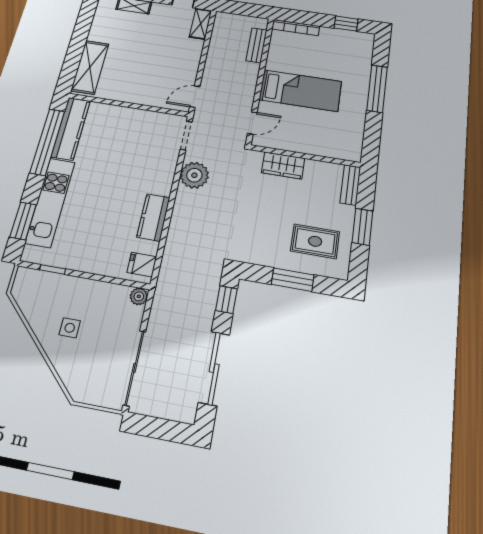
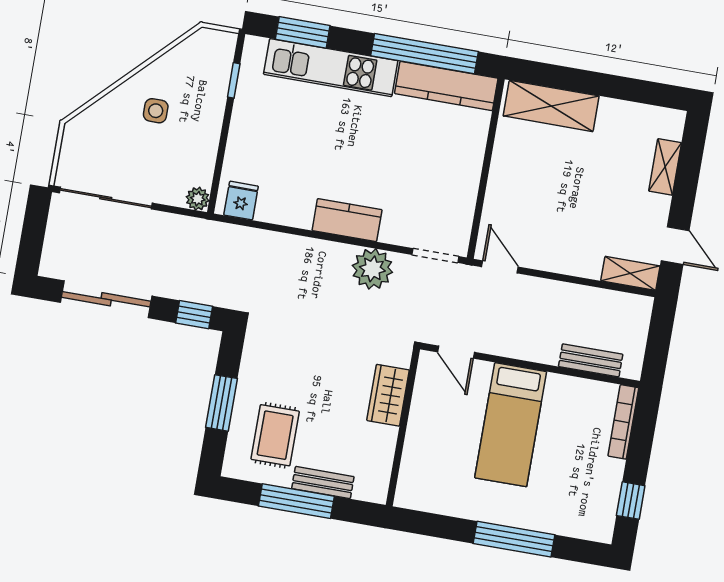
bench: (350, 185) -> (323, 483), moved
kitchen counter: (153, 217) -> (347, 220), moved
window: (362, 227) -> (296, 501), width x1.44

